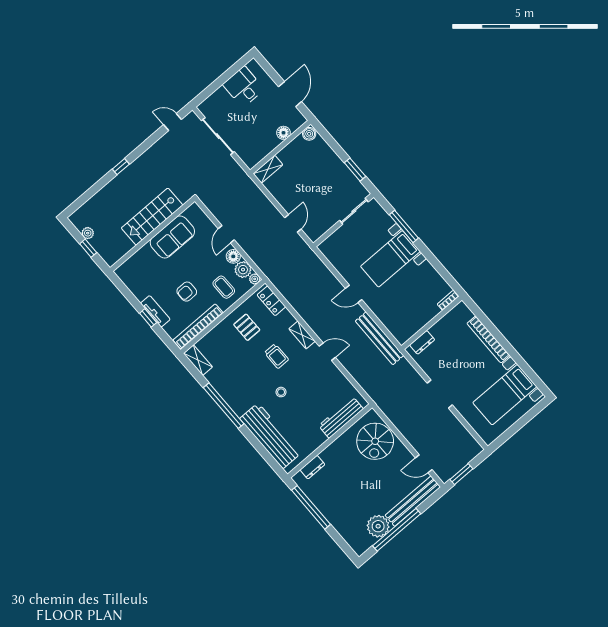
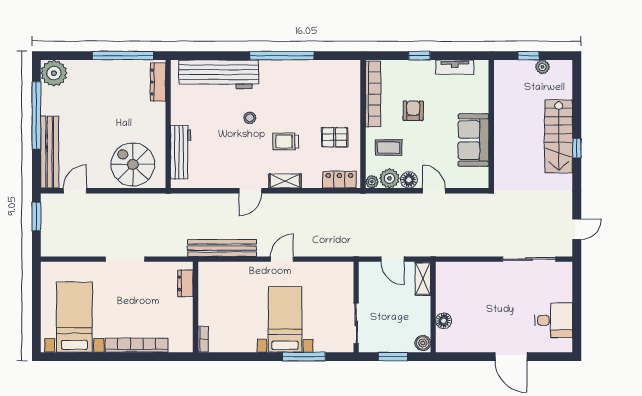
floor lamp: (283, 133) -> (444, 321), moved
boiler: (309, 134) -> (423, 343), moved
wall: (280, 147) -> (433, 307), moved
shelving: (268, 169) -> (423, 279), moved
stairs: (152, 217) -> (559, 136), moved, turned 180
tv unit: (155, 311) -> (455, 67), moved
shelving: (198, 360) -> (343, 68), removed
dresser: (312, 467) -> (158, 82), width x1.44
plant: (378, 526) -> (54, 73), moved

